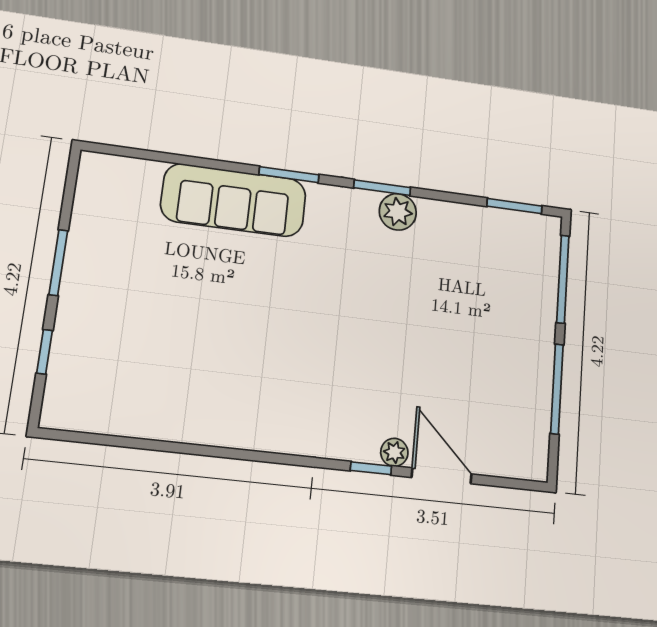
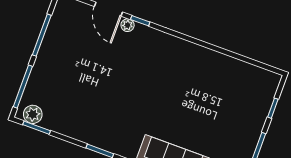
plant: (398, 212) -> (33, 114), moved

